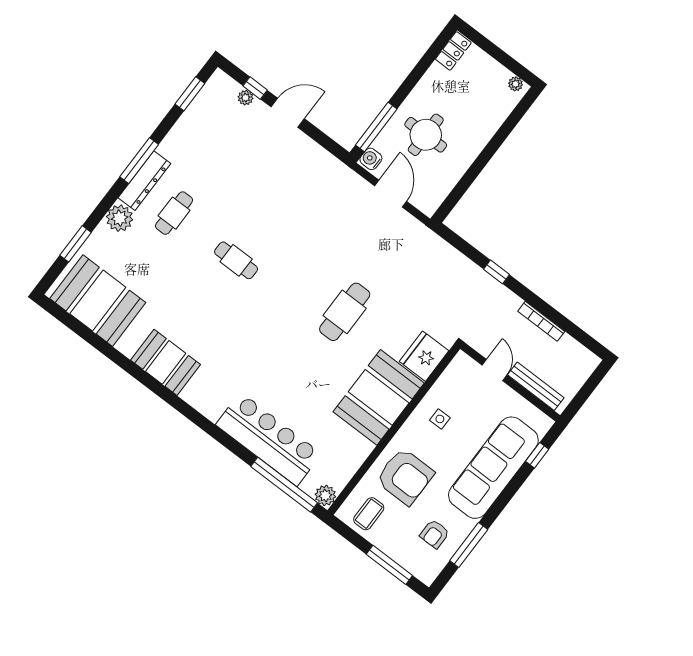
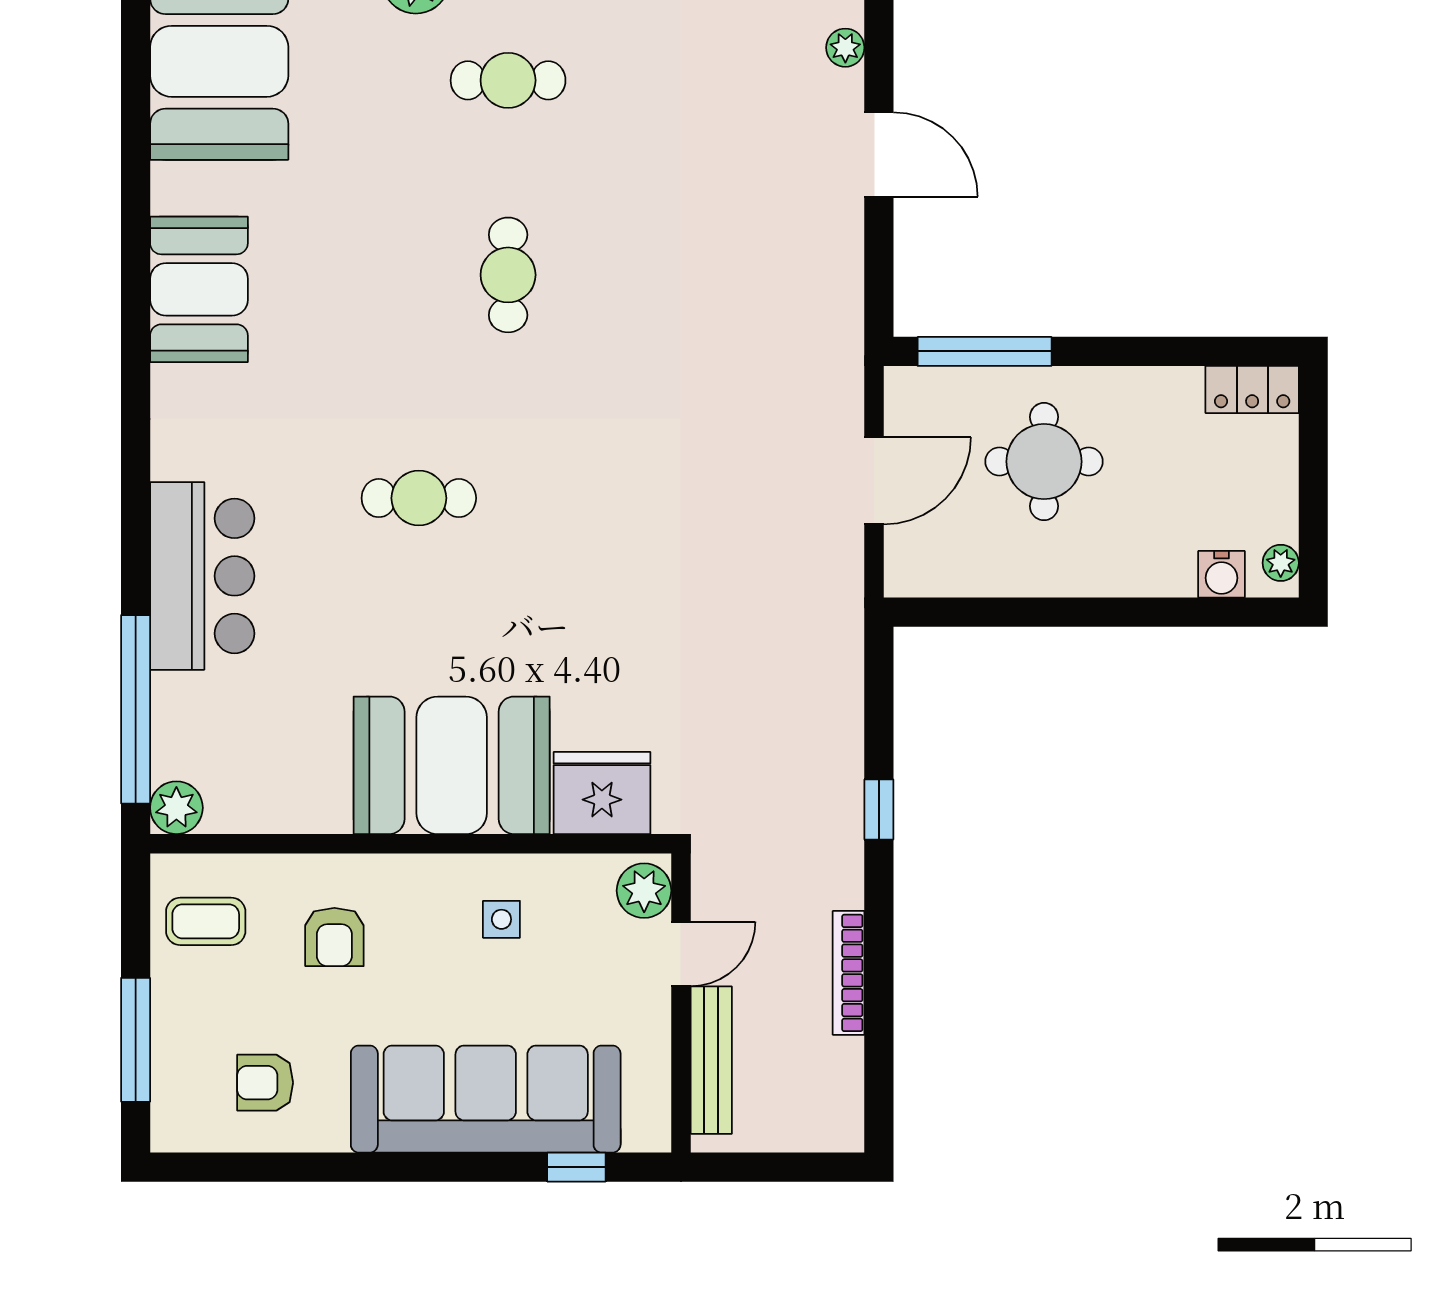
window: (255, 88) -> (879, 52), removed
water cooler: (371, 159) -> (1221, 574), moved, turned 180
cafe table: (345, 312) -> (419, 498), moved, width x0.73, depth x0.74
plant: (465, 367) -> (644, 891), added
bar counter: (269, 439) -> (202, 576), width x0.73
armchair: (405, 477) -> (334, 937), width x0.53, depth x0.53
window: (469, 545) -> (295, 1167), removed

